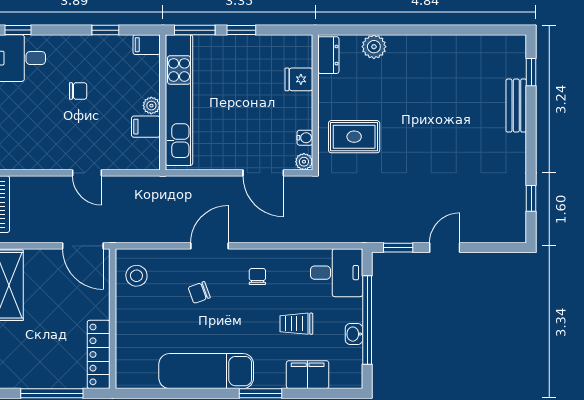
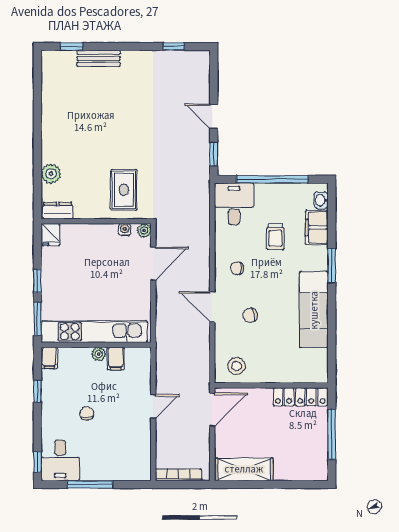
fridge: (299, 79) -> (50, 235), moved
chair: (199, 292) -> (250, 315), turned 97
washbasin: (354, 334) -> (321, 200), moved, turned 90

